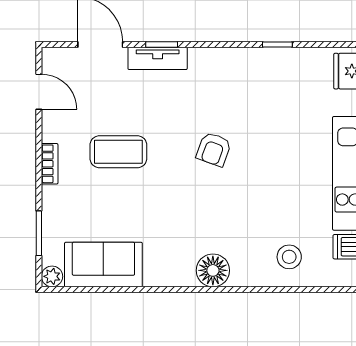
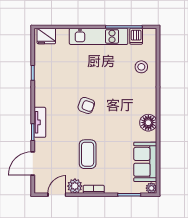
tv unit: (158, 58) -> (40, 122), moved
plant: (56, 127) -> (75, 186), added
floor lamp: (213, 270) -> (148, 123), moved

